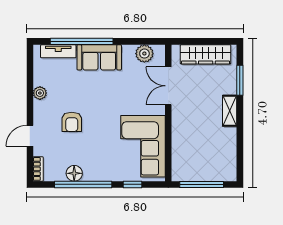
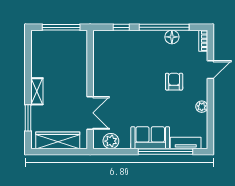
corner sofa: (143, 146) -> (112, 60), removed

